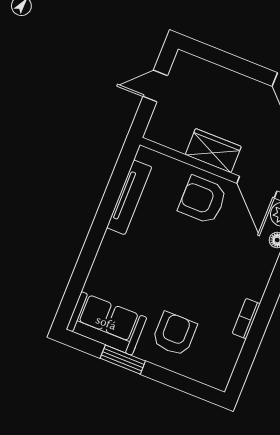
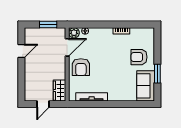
door: (155, 86) -> (43, 104), hinge flipped
wardrobe: (213, 151) -> (60, 91), moved

